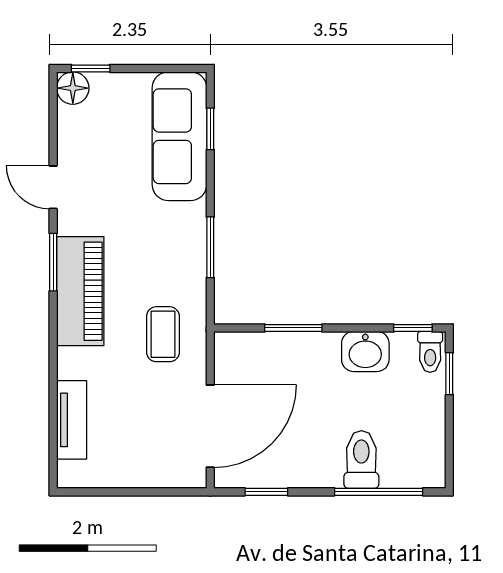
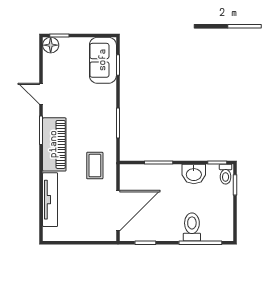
sofa: (179, 136) -> (103, 60), width x0.73
tv unit: (72, 420) -> (50, 200), width x1.41

